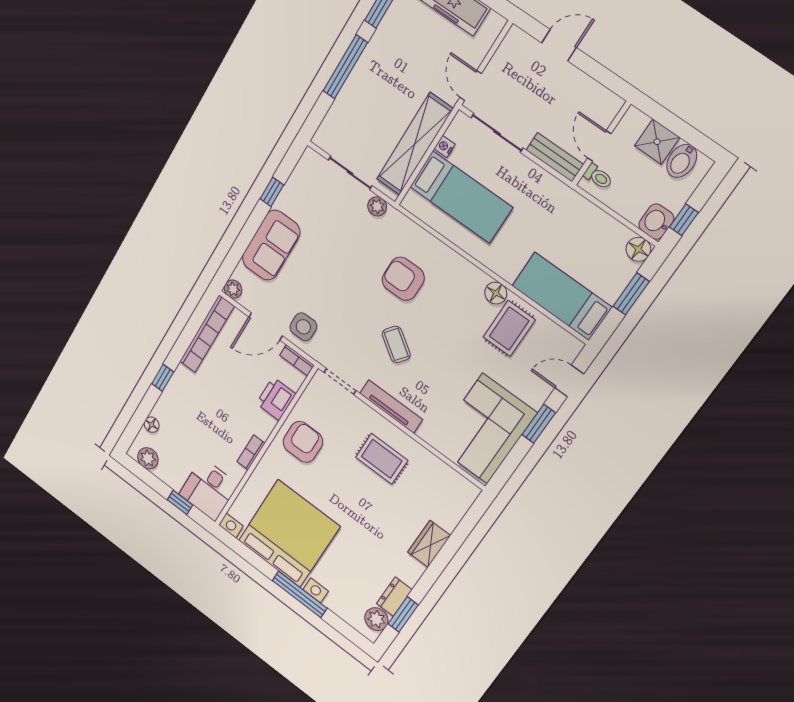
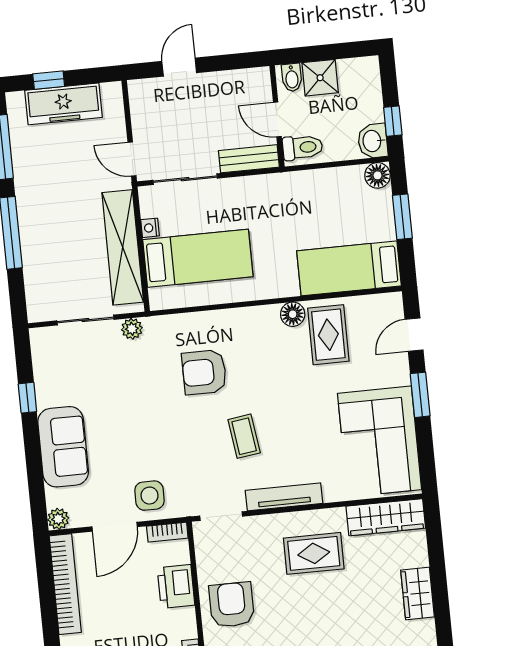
bidet: (682, 161) -> (292, 77), moved, width x0.72, depth x0.74
toilet: (598, 177) -> (303, 147), width x1.37, depth x1.39
coffee table: (396, 344) -> (244, 436), turned 46
wardrobe: (448, 479) -> (386, 517), added

